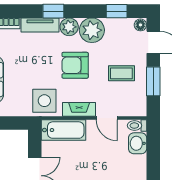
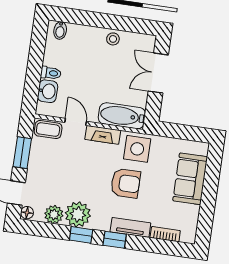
window: (117, 11) -> (81, 235), moved
plant: (69, 27) -> (54, 214), moved
armchair: (75, 65) -> (125, 183), moved
coffee table: (121, 73) -> (48, 130), moved
toilet: (137, 126) -> (51, 73), moved

